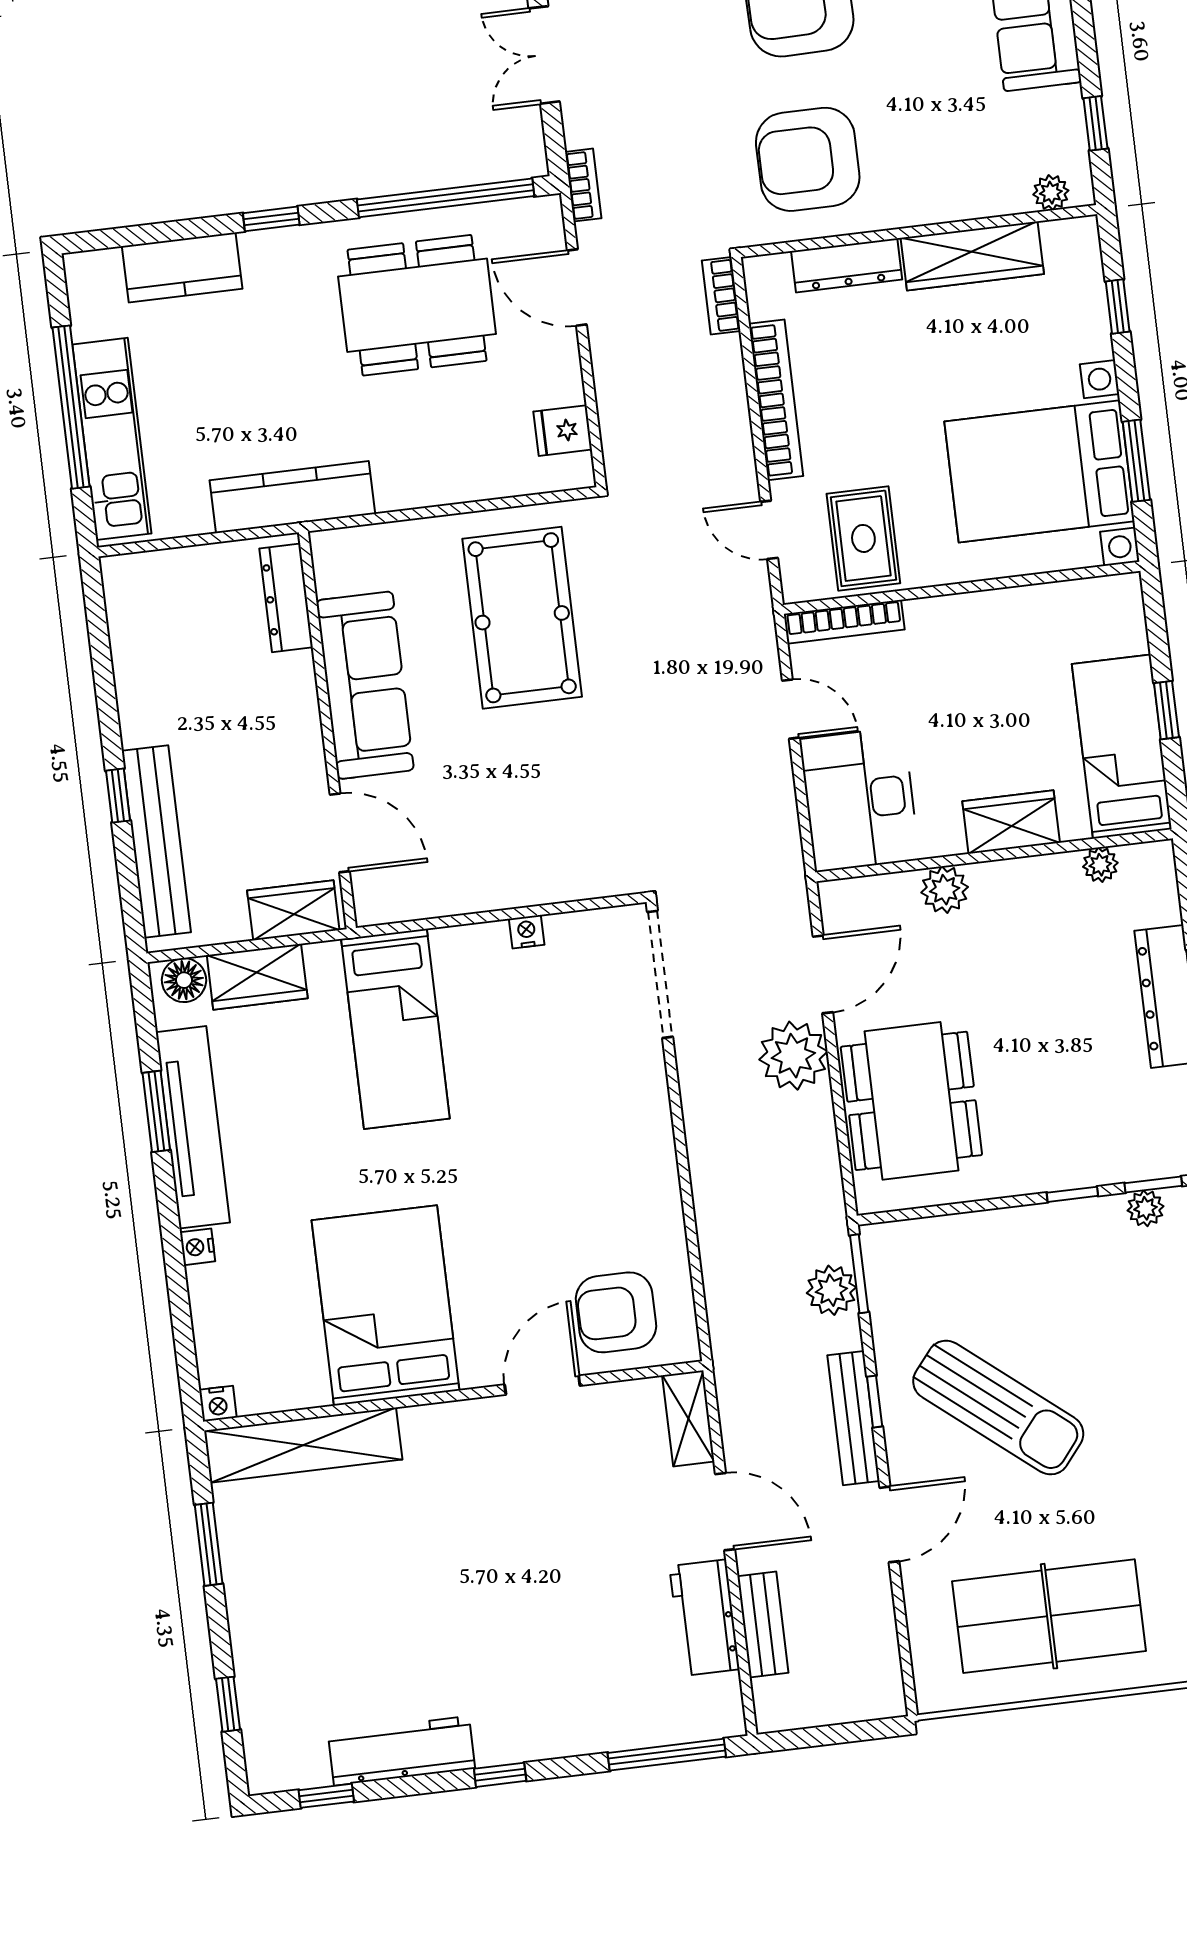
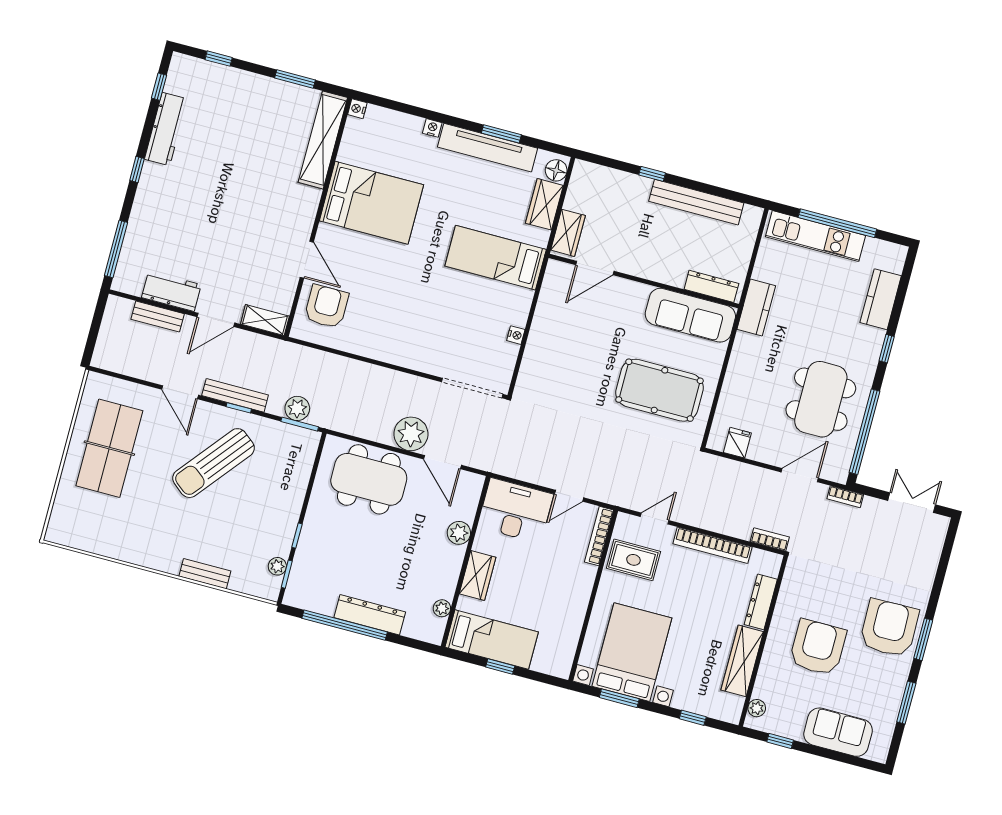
armchair: (808, 159) -> (818, 647), moved
kitchen counter: (292, 497) -> (756, 308), width x0.67
sofa: (365, 685) -> (690, 315), moved
bench: (156, 842) -> (696, 202), moved

